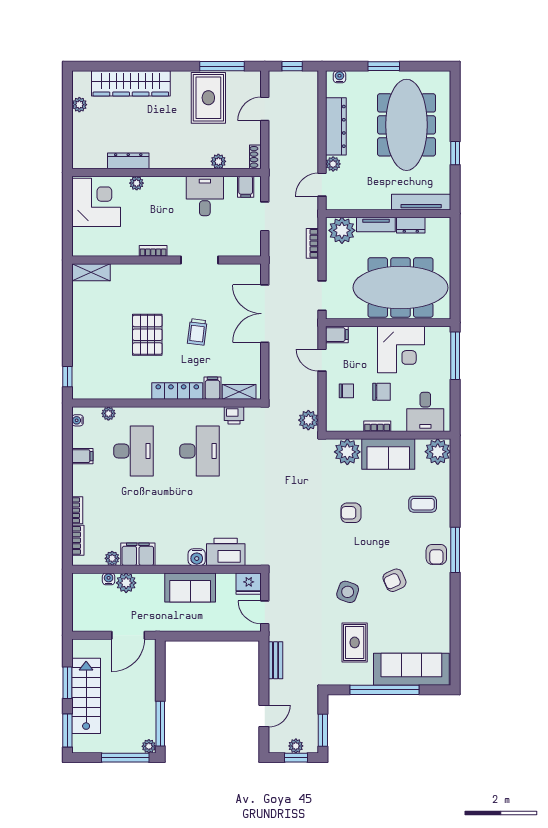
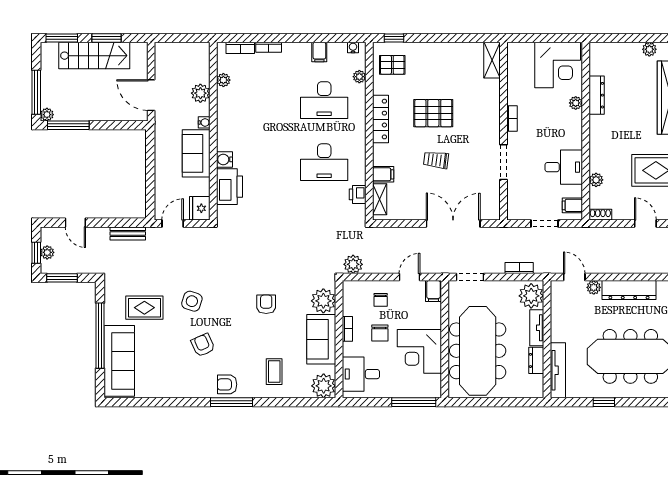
pallet: (96, 378) -> (392, 65), added
locker: (177, 391) -> (380, 119), moved
filing cabinet: (138, 554) -> (227, 104), removed
water cooler: (109, 579) -> (204, 122), moved

